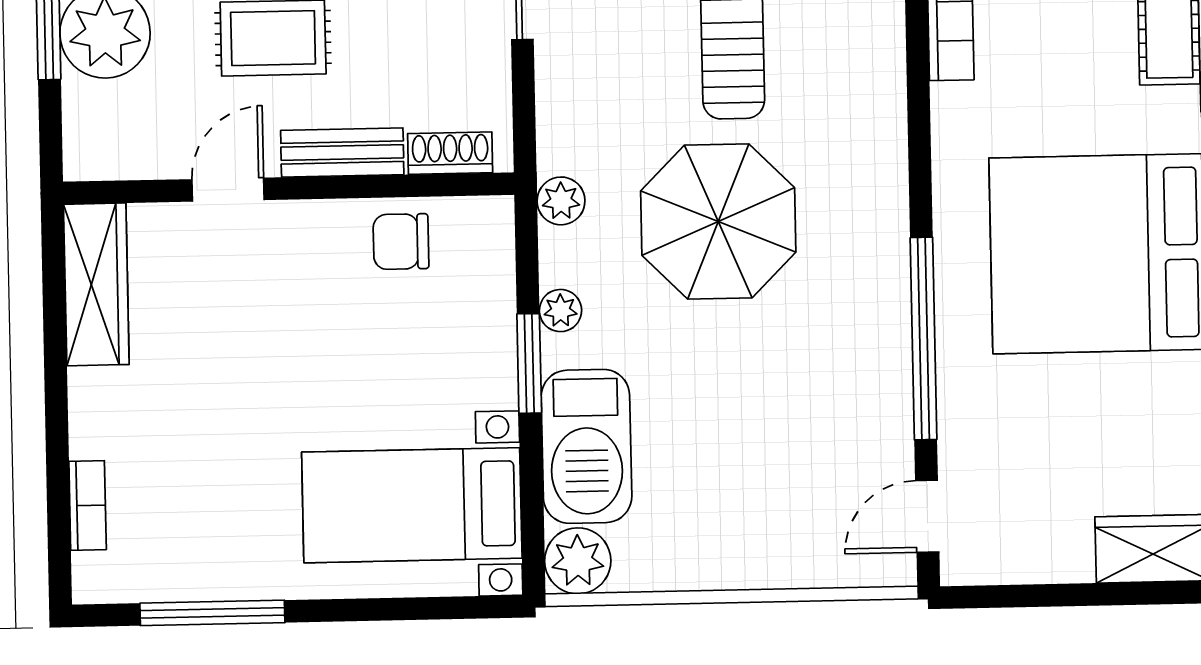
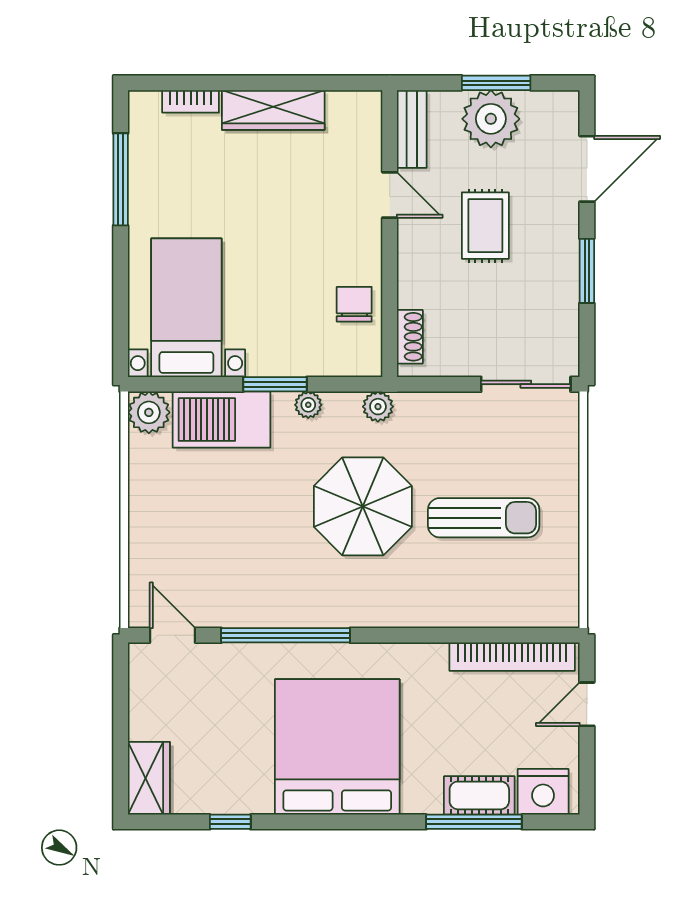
bench: (342, 152) -> (412, 129), moved
wardrobe: (96, 284) -> (273, 110), moved

